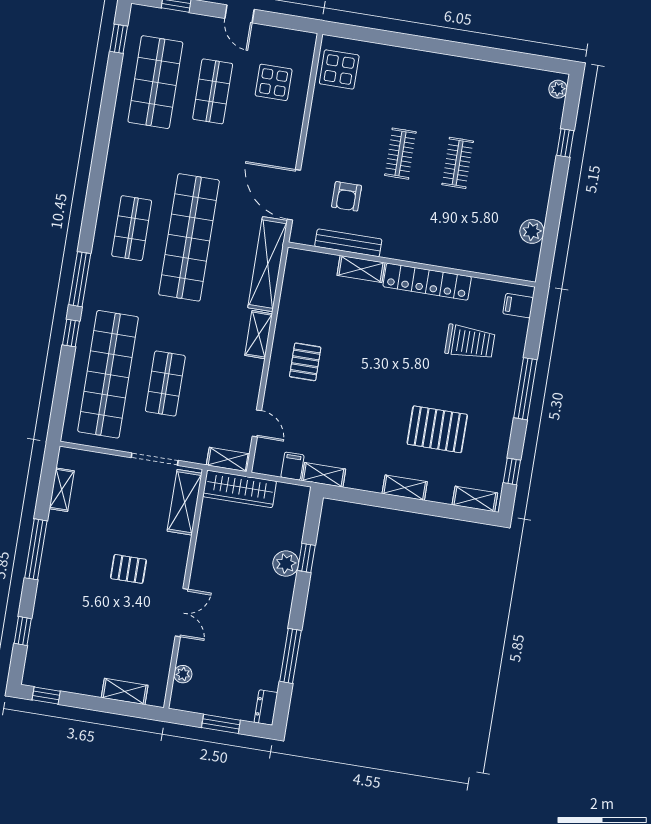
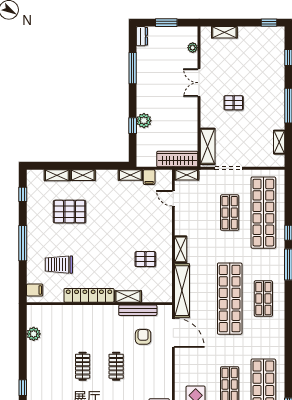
pallet: (305, 362) -> (145, 259), moved, turned 90
shelving: (475, 499) -> (57, 175), moved

